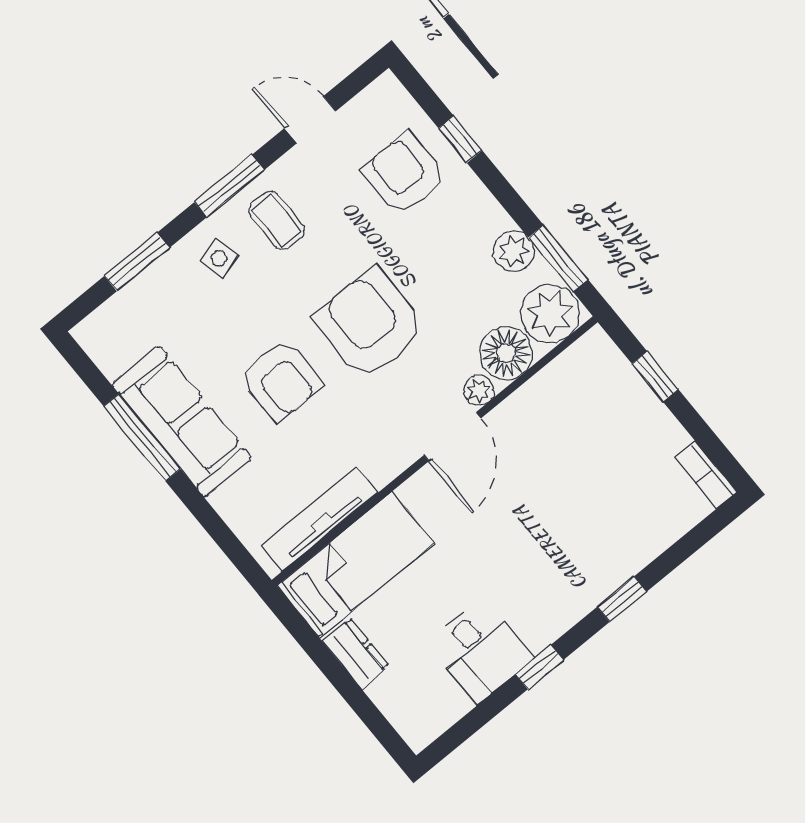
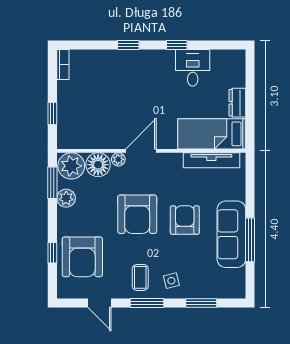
armchair: (404, 174) -> (82, 257), width x1.36, depth x1.36

